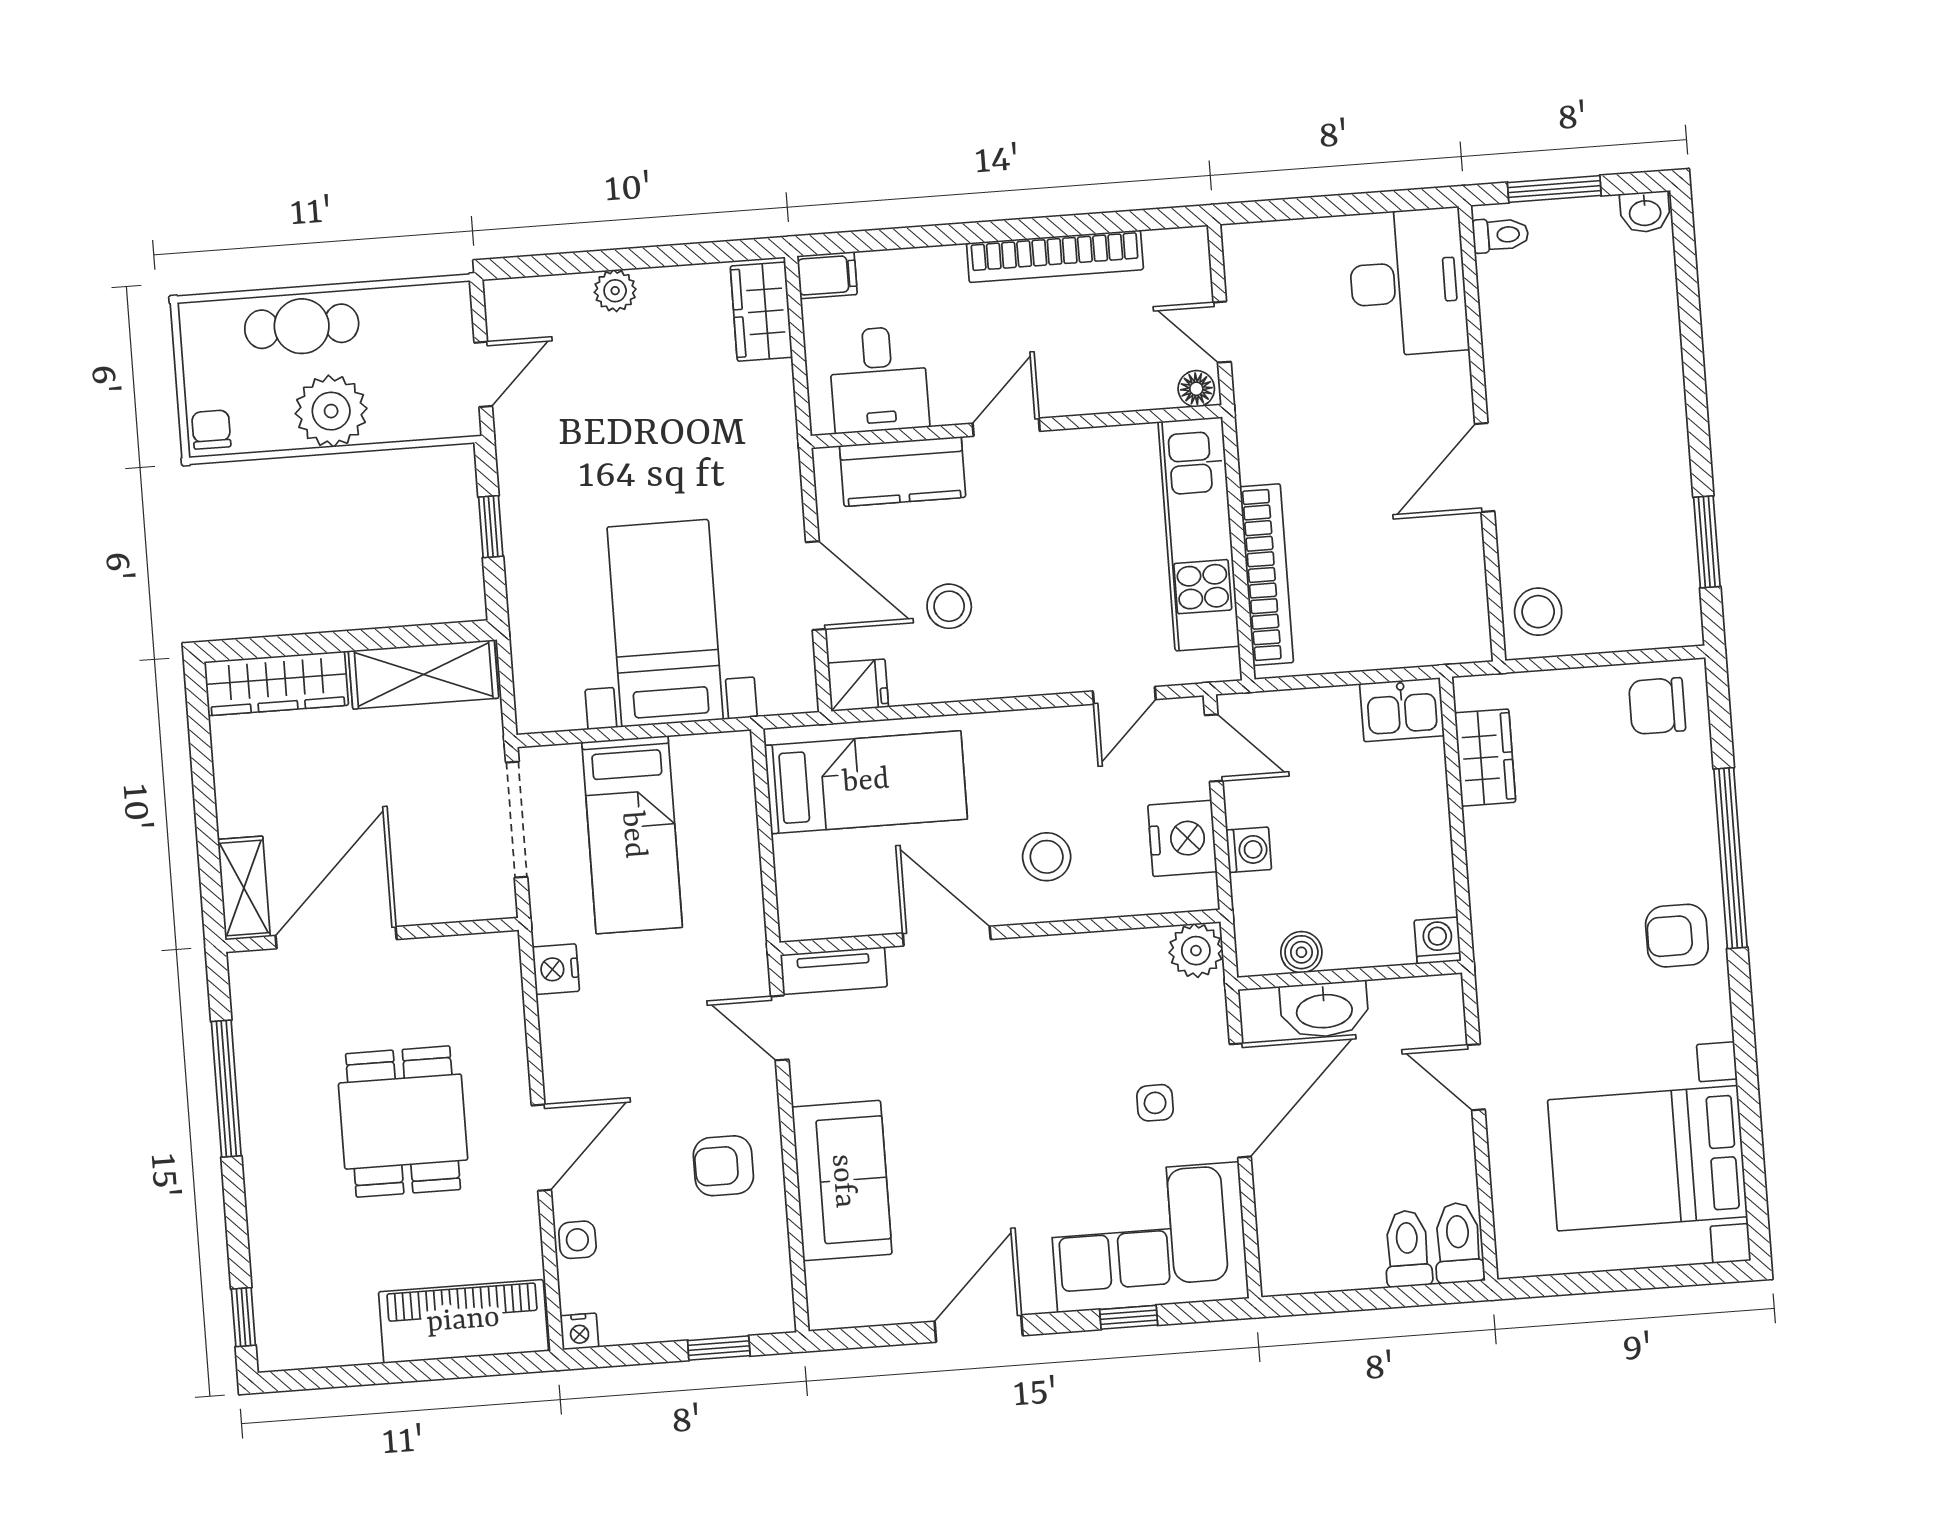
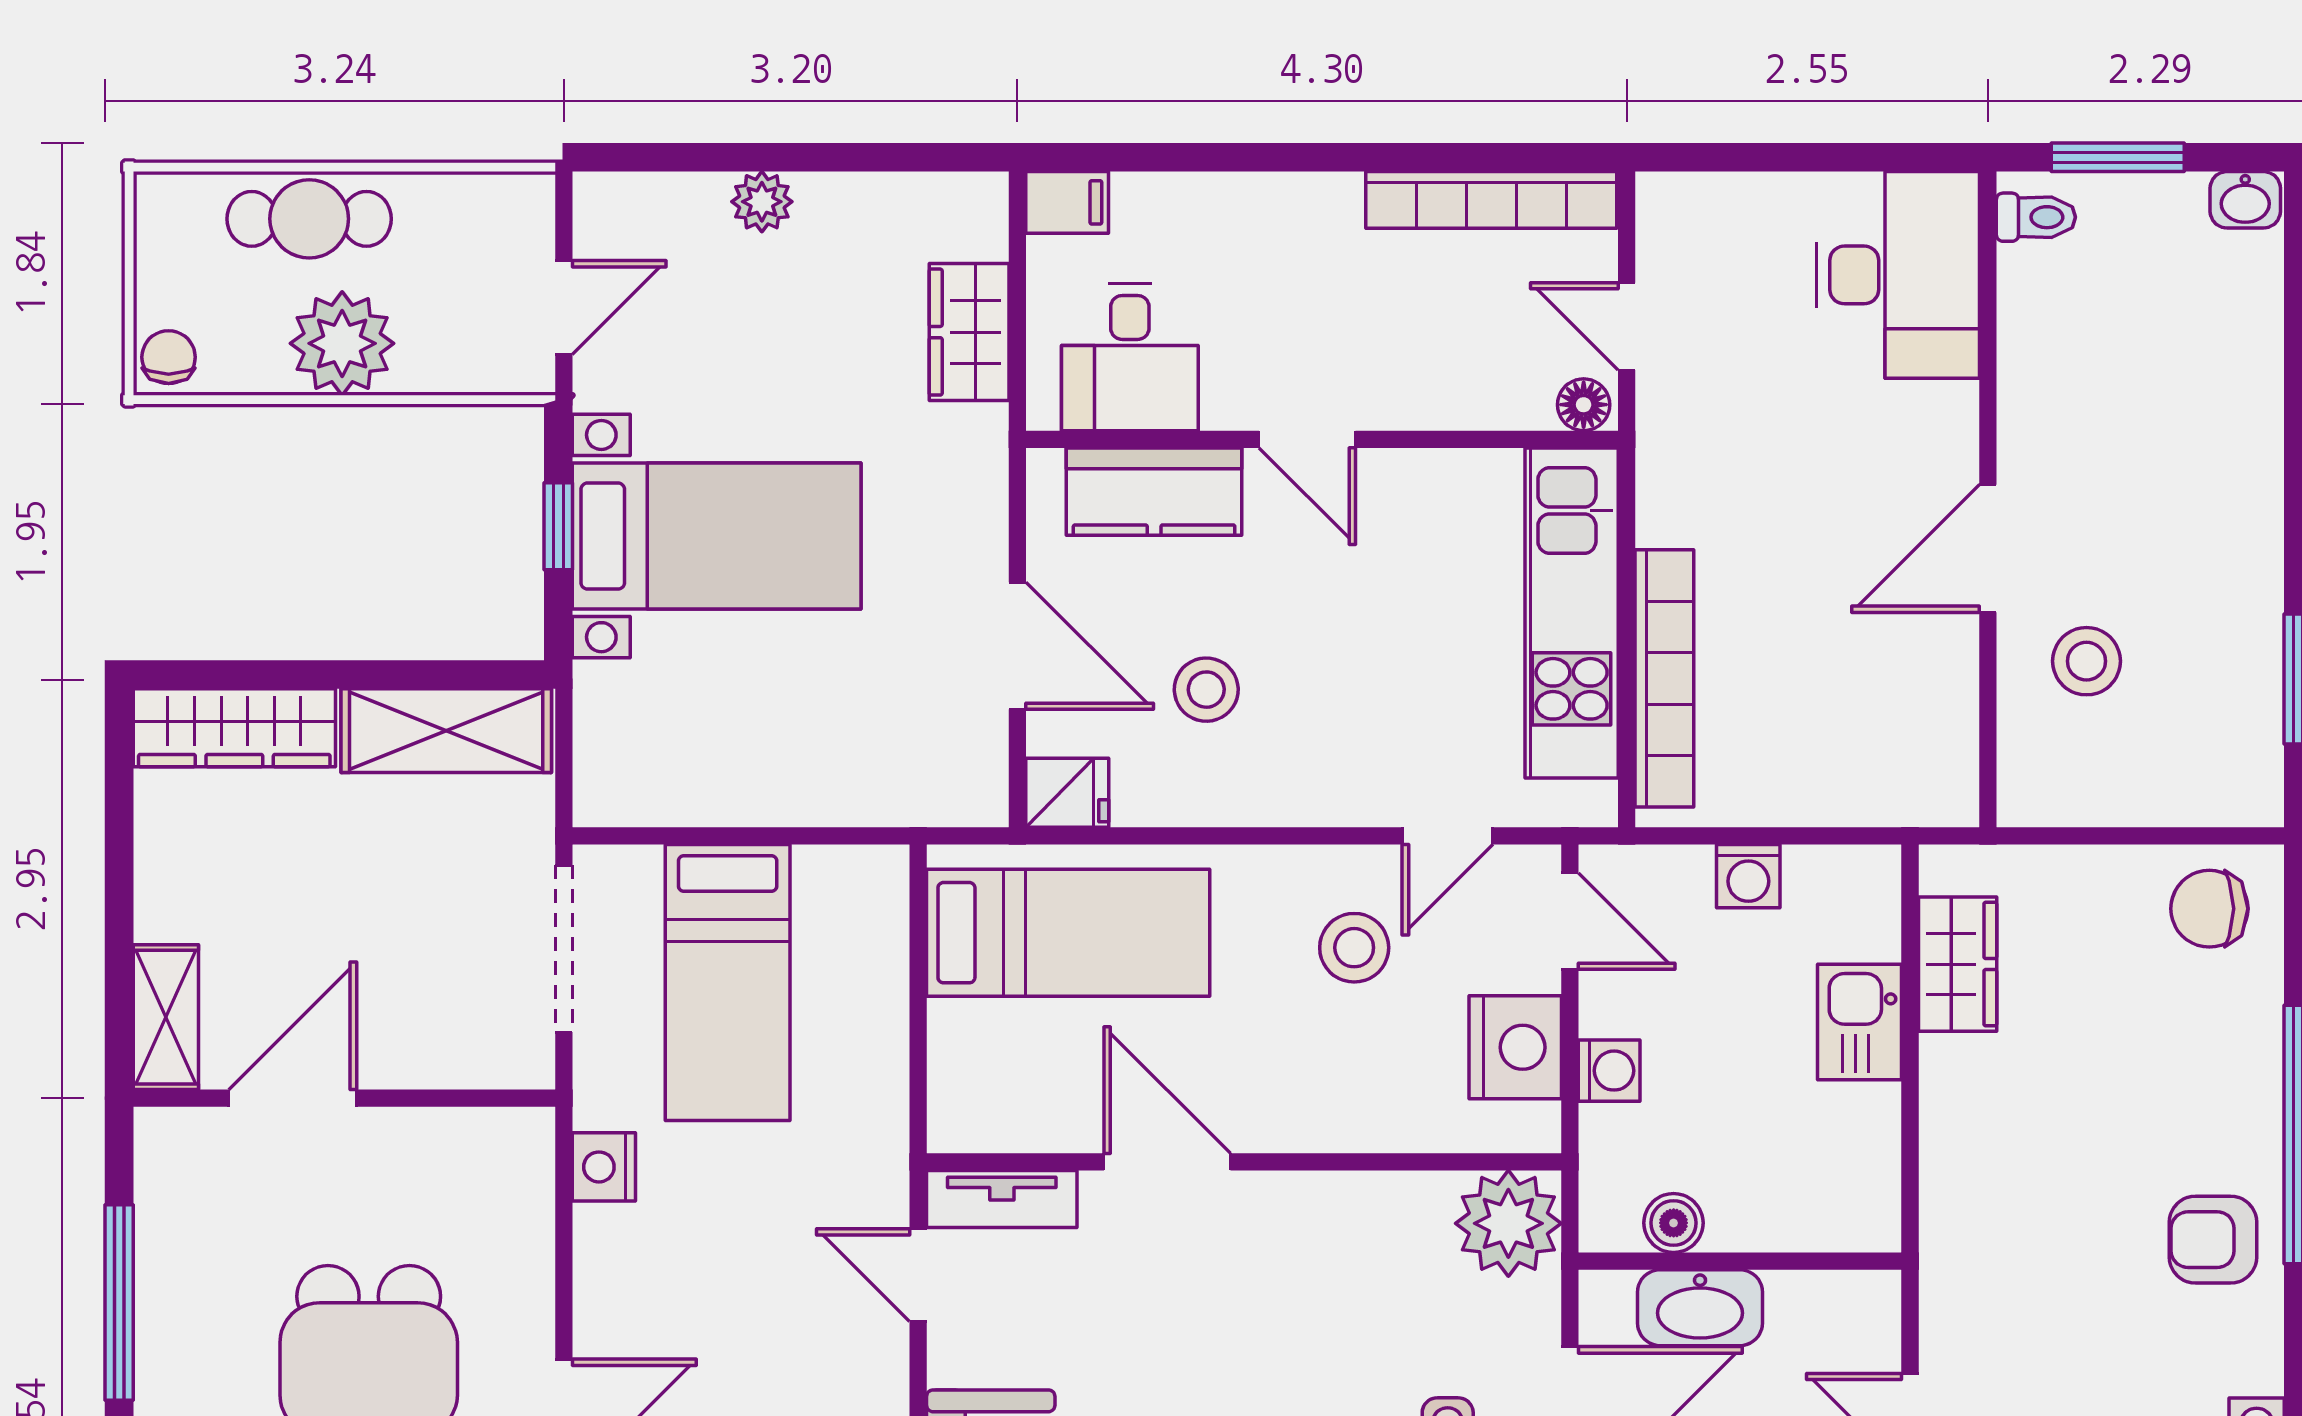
bookcase: (1055, 256) -> (1491, 200), moved
wardrobe: (761, 312) -> (969, 332), moved
door: (1006, 427) -> (1307, 439), swing flipped
stool: (1538, 612) -> (2086, 661), moved
bed with nightstands: (665, 623) -> (717, 536), moved, turned 90
kitchen sink: (1402, 710) -> (1860, 1022), moved, turned 90
stool: (1047, 857) -> (1354, 948), moved
door: (336, 938) -> (293, 1098), width x0.73
washing machine: (1438, 941) -> (1748, 876), moved, turned 180
plant: (1196, 951) -> (1508, 1223), width x1.36, depth x1.36

